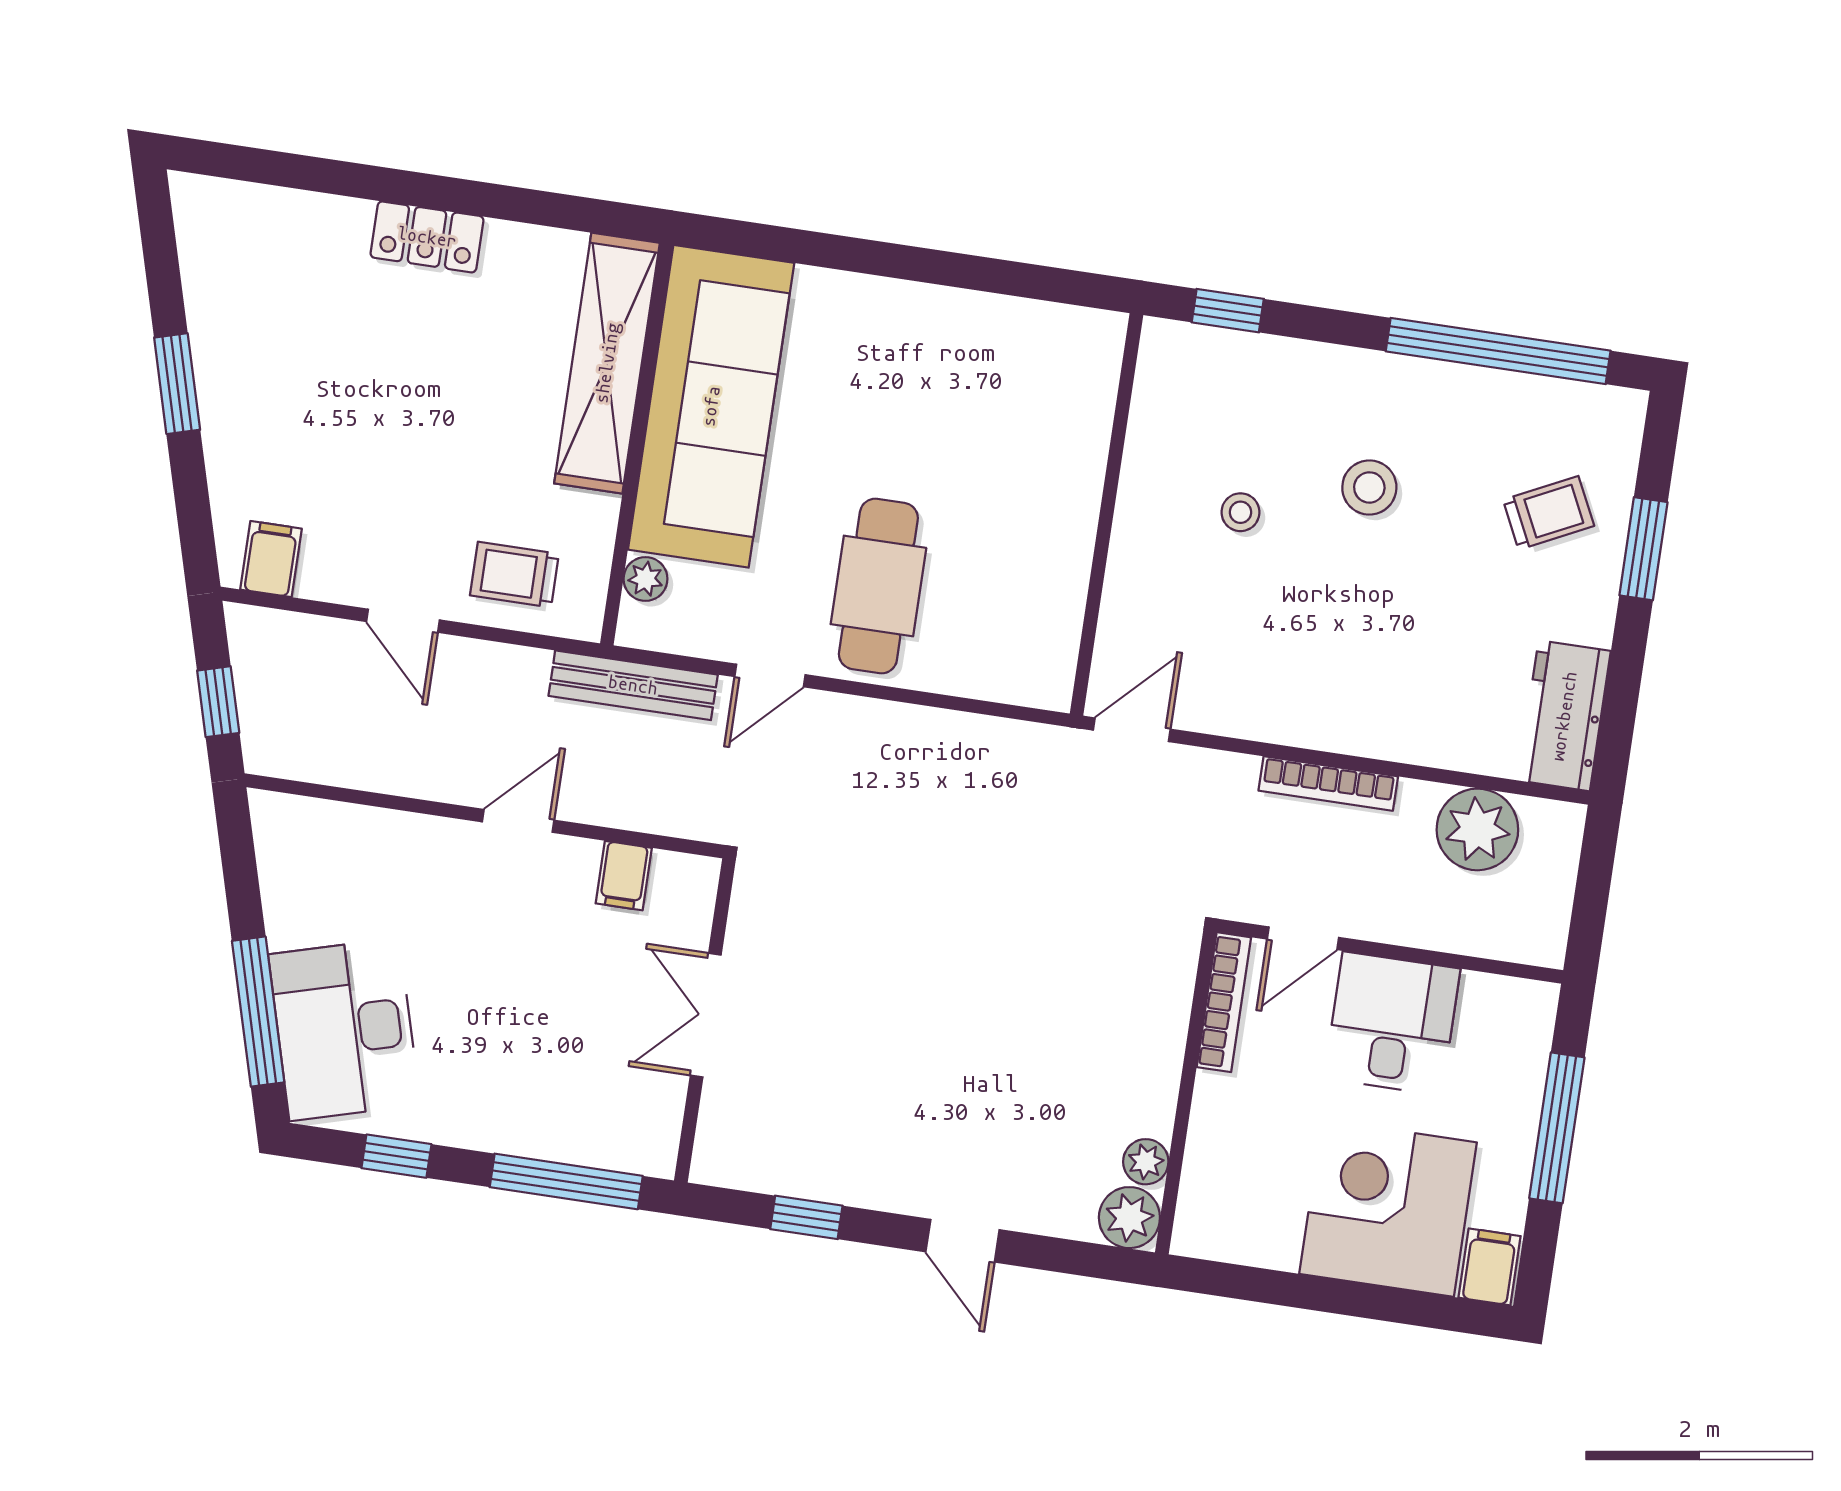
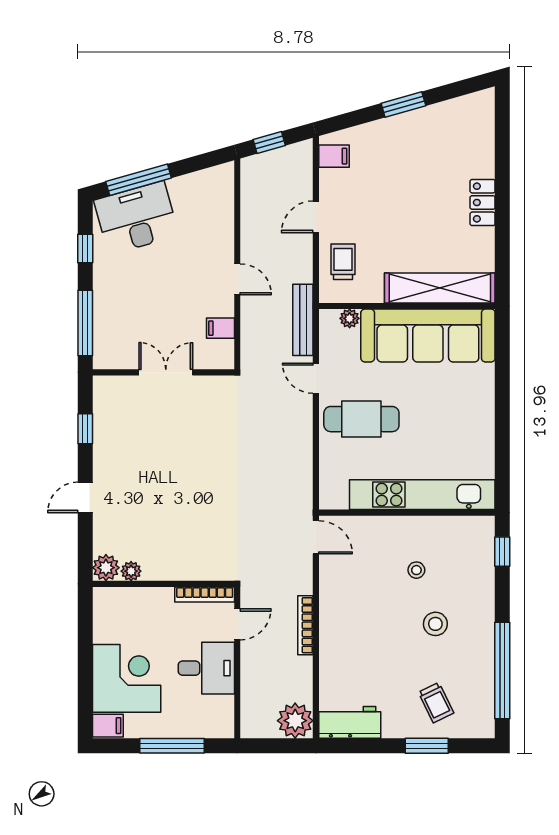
kitchen unit: (1071, 473) -> (422, 495), added
plant: (1477, 829) -> (295, 721), moved
door: (1303, 938) -> (237, 624), swing flipped

